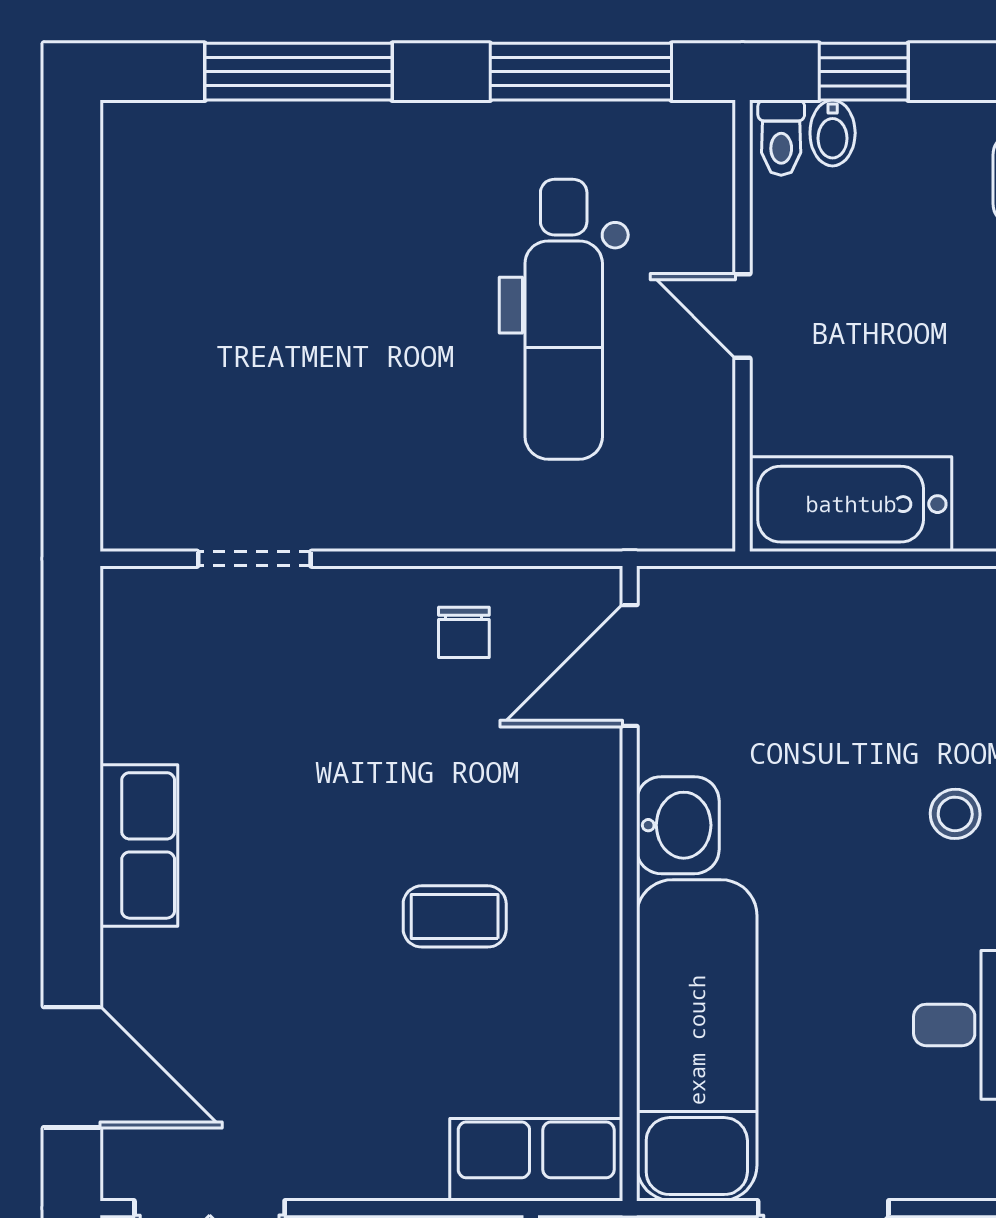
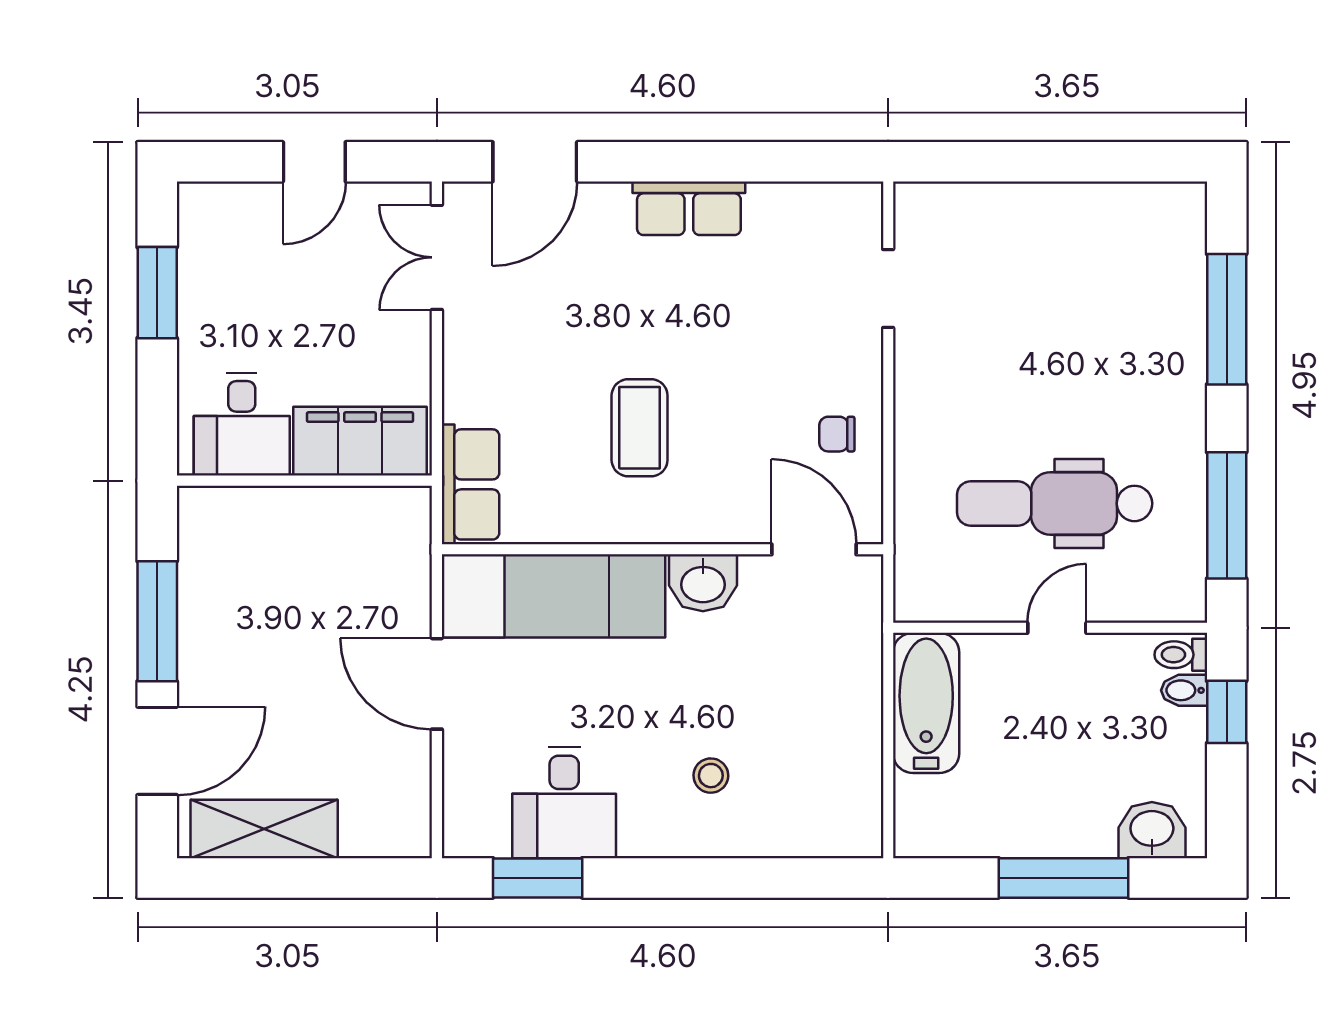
coffee table: (455, 916) -> (640, 428), width x1.36, depth x1.30

